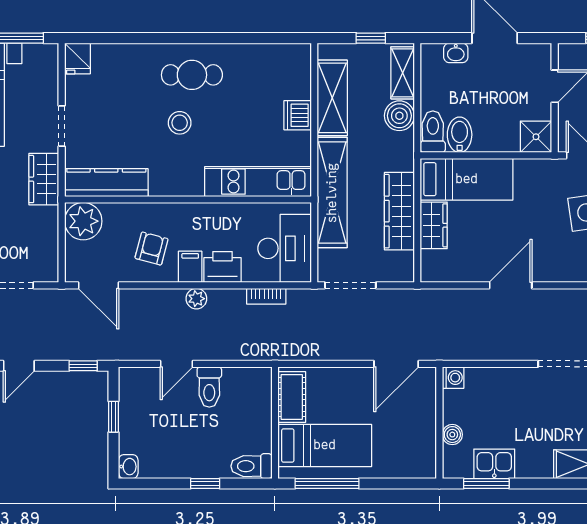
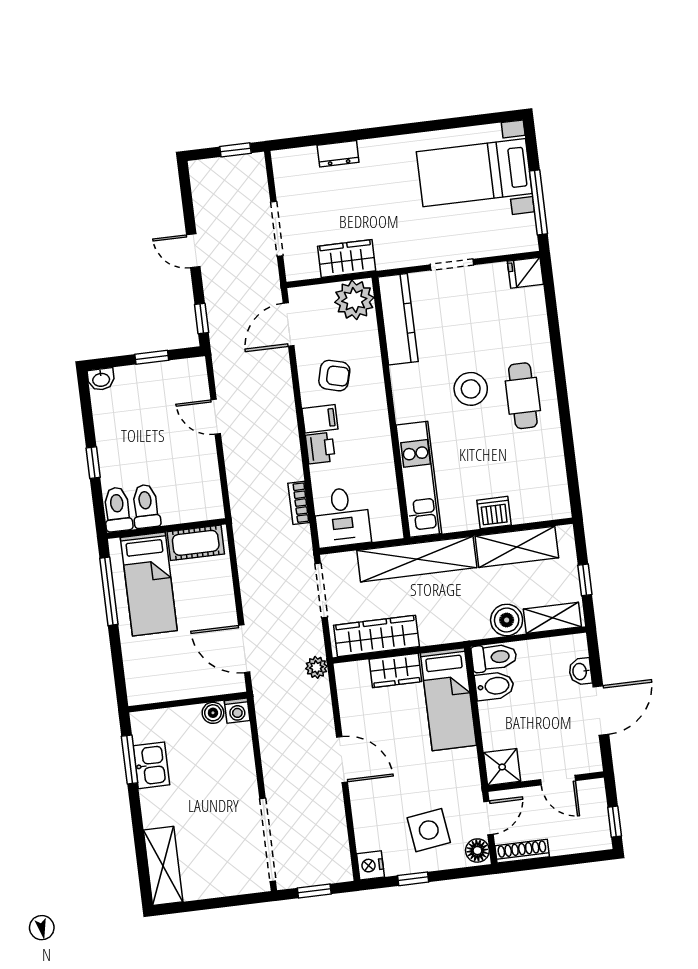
stool: (180, 123) -> (471, 389), width x1.38, depth x1.38
wardrobe: (44, 179) -> (347, 259), moved
wardrobe: (399, 211) -> (376, 636), moved
desk: (285, 248) -> (342, 517), width x0.73
printer: (223, 267) -> (320, 448), width x0.73, depth x0.81
plant: (196, 299) -> (316, 667), moved
toilet: (209, 387) -> (146, 506), moved, turned 90
boiler: (452, 435) -> (213, 713), moved

